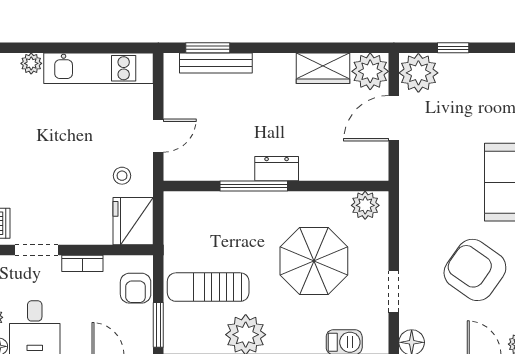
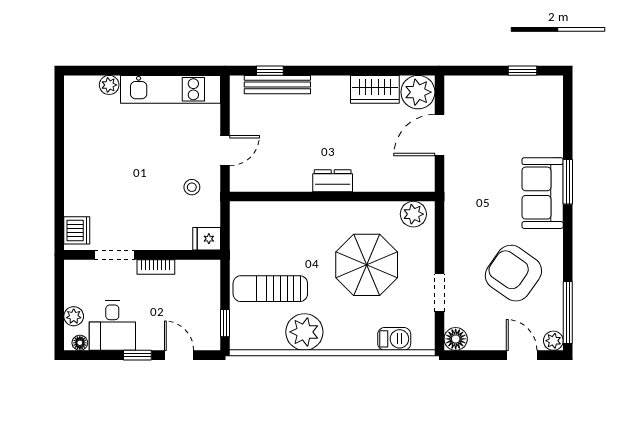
window: (208, 48) -> (270, 71), width x0.67
window: (453, 48) -> (522, 71), moved
plant: (418, 73) -> (462, 93), removed
window: (254, 186) -> (312, 197), removed
fridge: (133, 221) -> (207, 239), width x0.53, depth x0.75
armchair: (136, 288) -> (204, 290), removed
window: (158, 325) -> (225, 323), width x0.67

